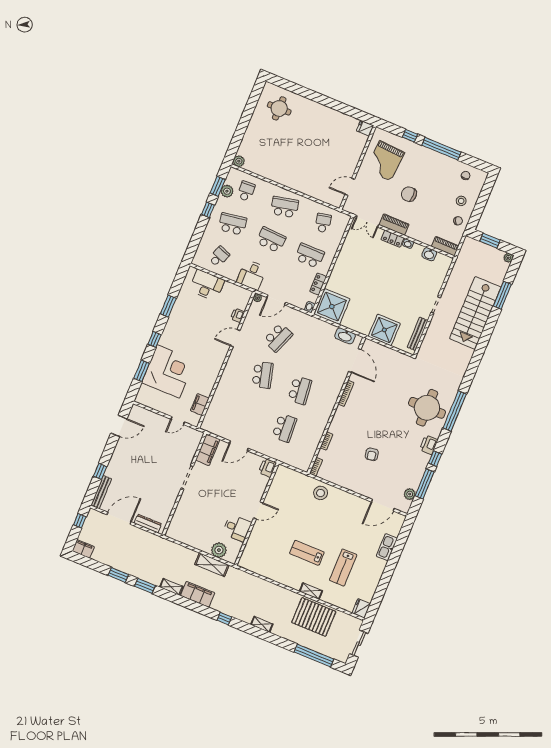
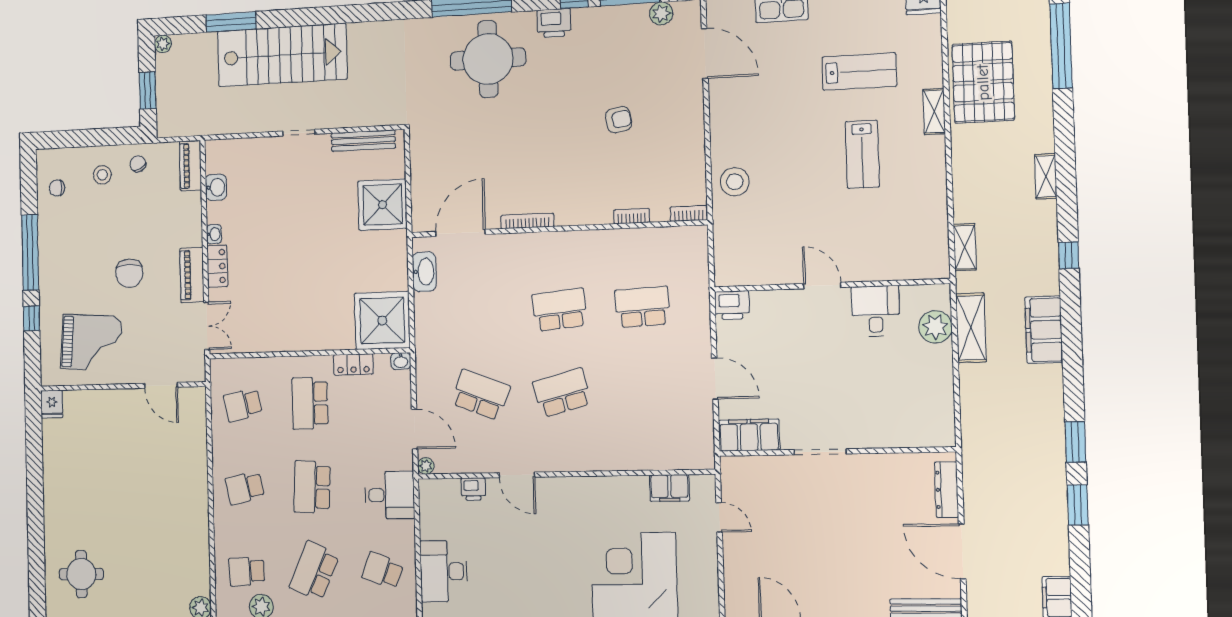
school desk: (285, 207) -> (245, 488), width x0.54
school desk: (233, 224) -> (314, 571), turned 33
shelving: (171, 587) -> (965, 247), moved

